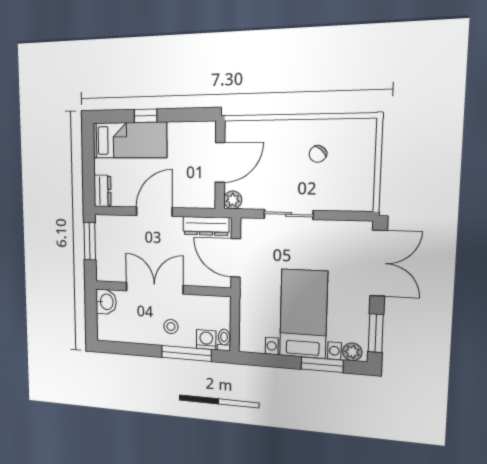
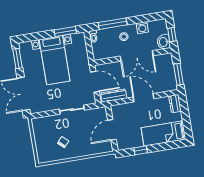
window: (146, 116) -> (141, 150), moved
plant: (233, 200) -> (102, 112), removed
door: (154, 212) -> (143, 98), swing flipped
window: (91, 311) -> (172, 35), added
washing machine: (206, 340) -> (142, 28), moved
plant: (352, 352) -> (27, 46), removed
window: (322, 365) -> (65, 32), moved

